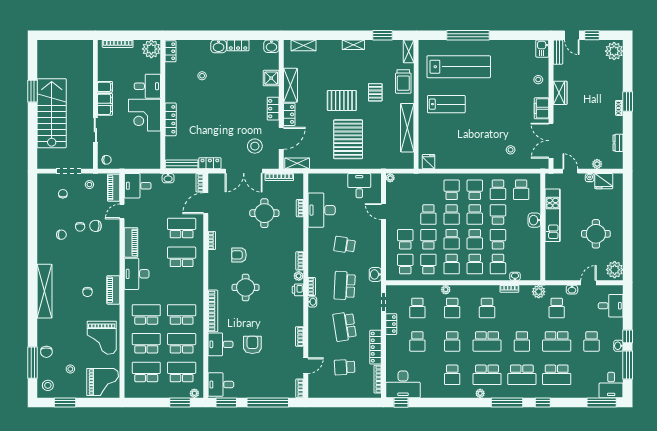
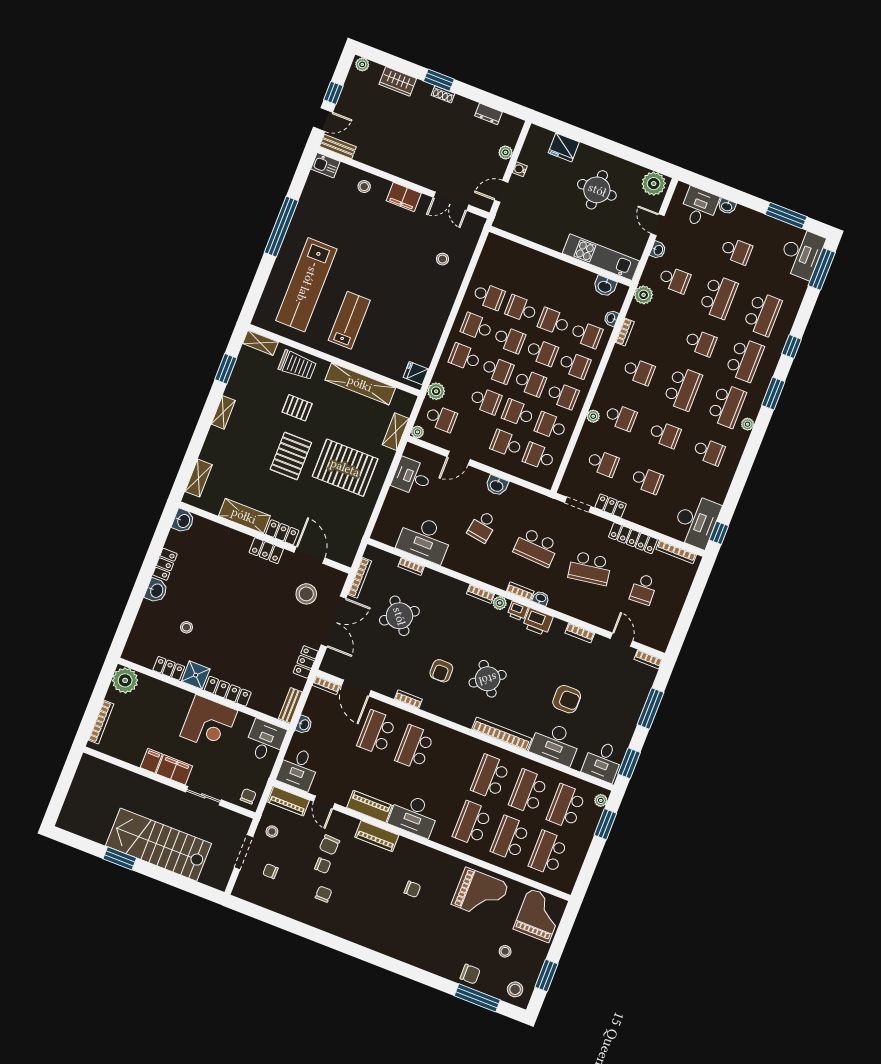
window: (468, 35) -> (281, 227), moved
locker: (170, 51) -> (169, 668), moved
plant: (614, 51) -> (362, 64), width x0.53, depth x0.53
lab bench: (459, 67) -> (306, 285), turned 180
shower: (271, 78) -> (196, 675), moved
desk: (147, 86) -> (265, 741), moved
wardrobe: (560, 93) -> (398, 81), moved, turned 180
double door: (551, 141) -> (451, 201), width x0.73
shelving: (297, 163) -> (396, 432), moved
bench: (182, 164) -> (290, 705), width x0.73
plant: (422, 180) -> (436, 391), added
fridge: (604, 181) -> (564, 147), moved, turned 90
school desk: (521, 190) -> (441, 418), moved
round table: (264, 213) -> (399, 616), turned -38
kitchen unit: (553, 215) -> (601, 257), moved
washbasin: (534, 220) -> (605, 286), moved
washbasin: (375, 274) -> (497, 485), moved
round table: (246, 287) -> (488, 679), turned -37
piano: (113, 290) -> (377, 836), moved
shelving: (45, 291) -> (389, 945), removed
printer: (296, 306) -> (538, 622), added
window: (628, 336) -> (748, 201), removed
desk: (220, 344) -> (555, 743), width x1.37
armchair: (252, 345) -> (567, 699), turned 180
washbasin: (618, 346) -> (727, 206), moved
desk: (611, 385) -> (801, 253), width x1.37
window: (268, 402) -> (650, 708), width x0.68
window: (507, 402) -> (773, 394), width x0.69

